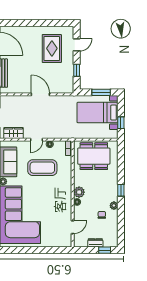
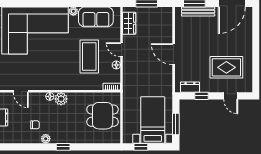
dresser: (69, 80) -> (190, 87), added
door: (40, 94) -> (174, 54), swing flipped
dining table: (94, 156) -> (103, 116), width x0.73

